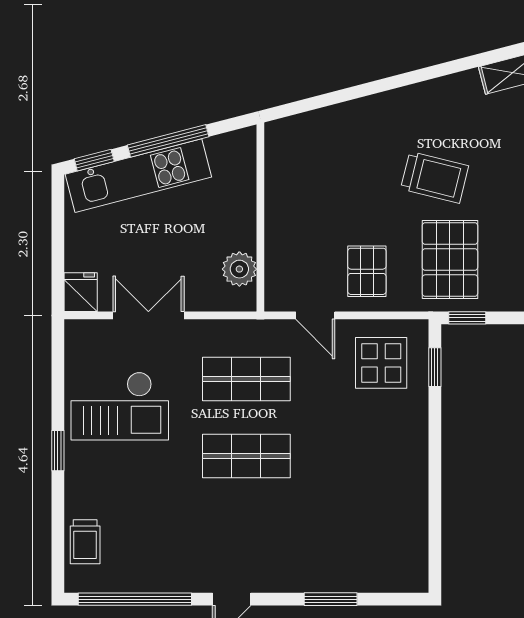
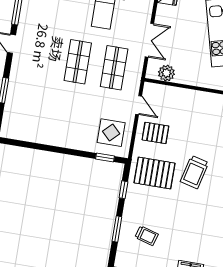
double door: (148, 315) -> (149, 40), moved
door: (315, 315) -> (139, 105), swing flipped
window: (467, 318) -> (123, 190), moved

